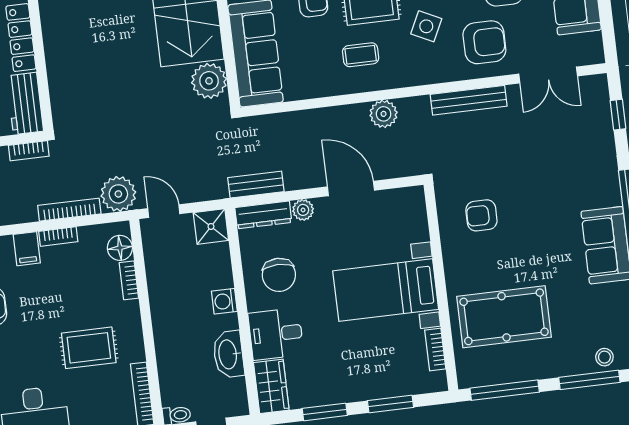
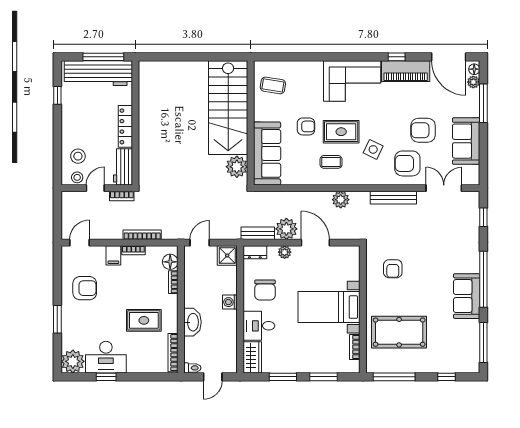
armchair: (484, 42) -> (407, 163), turned 180
double door: (548, 75) -> (444, 188), swing flipped
plant: (118, 194) -> (286, 229), moved
door: (164, 211) -> (200, 243), hinge flipped
dresser: (263, 215) -> (255, 252), width x0.70
armchair: (481, 215) -> (393, 269), turned -90
washbasin: (228, 354) -> (192, 322), moved, turned 180
stool: (604, 357) -> (457, 364), removed
window: (589, 380) -> (446, 377), width x0.46

